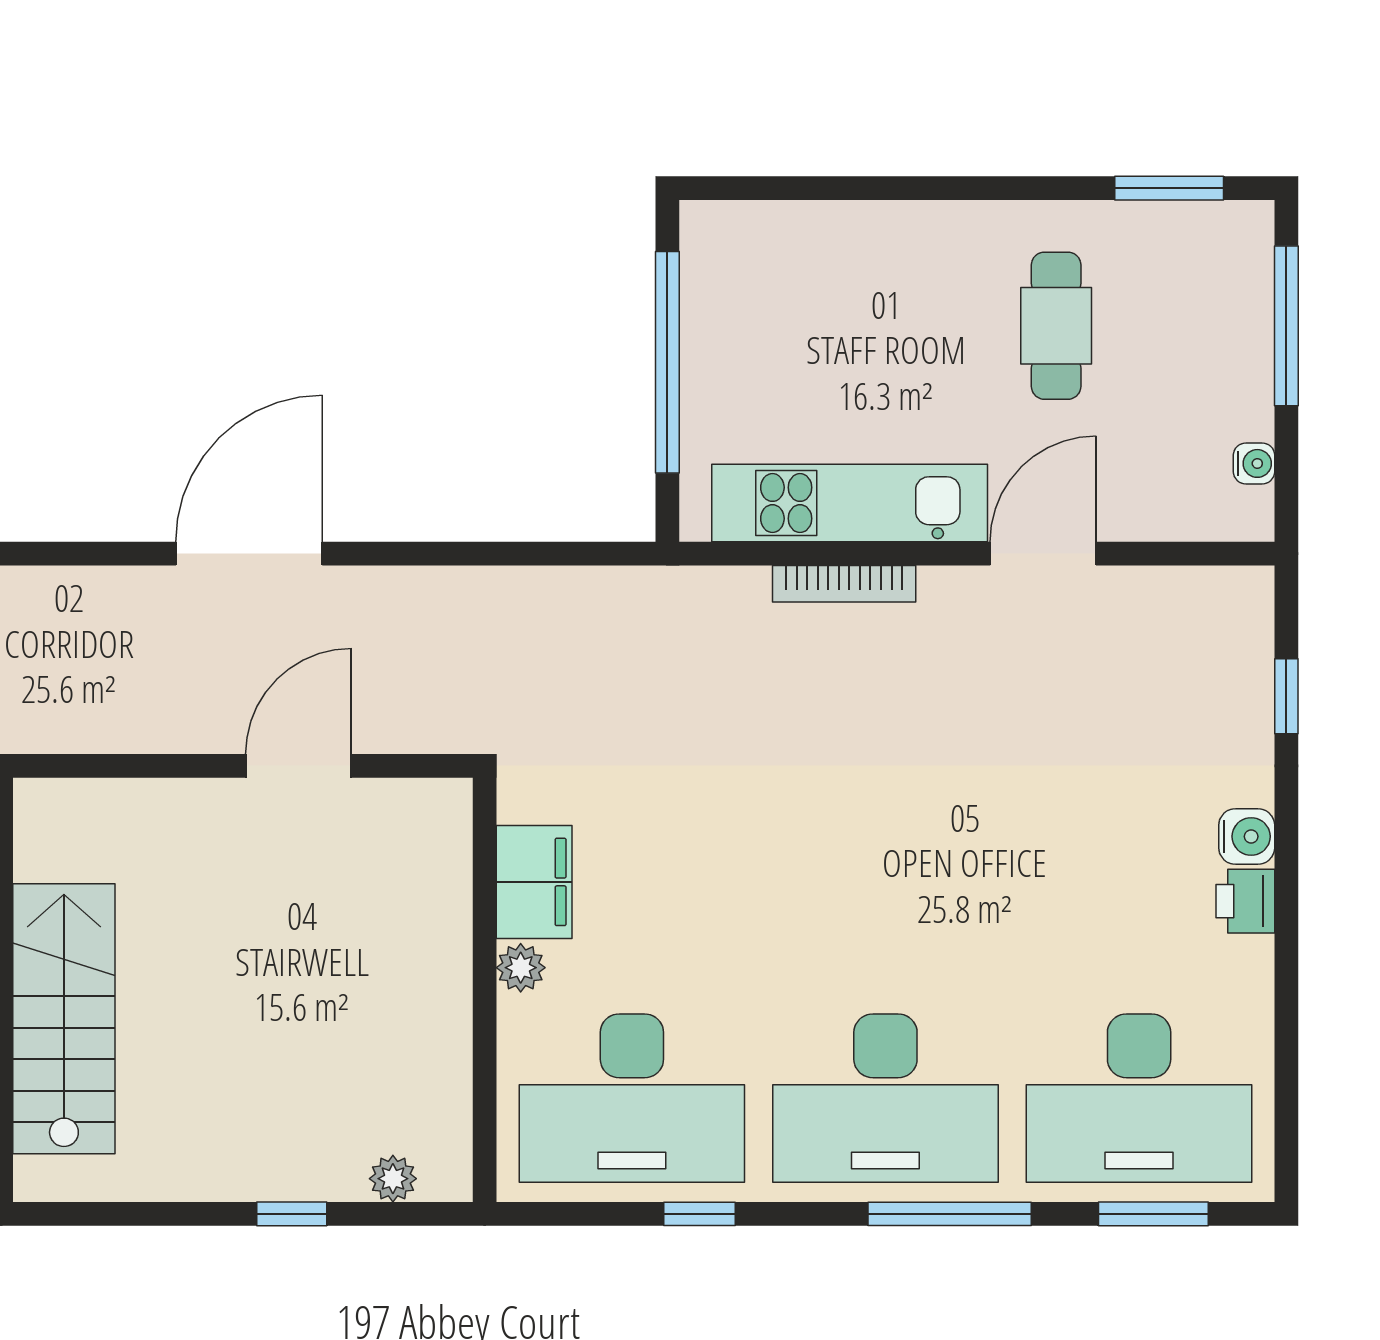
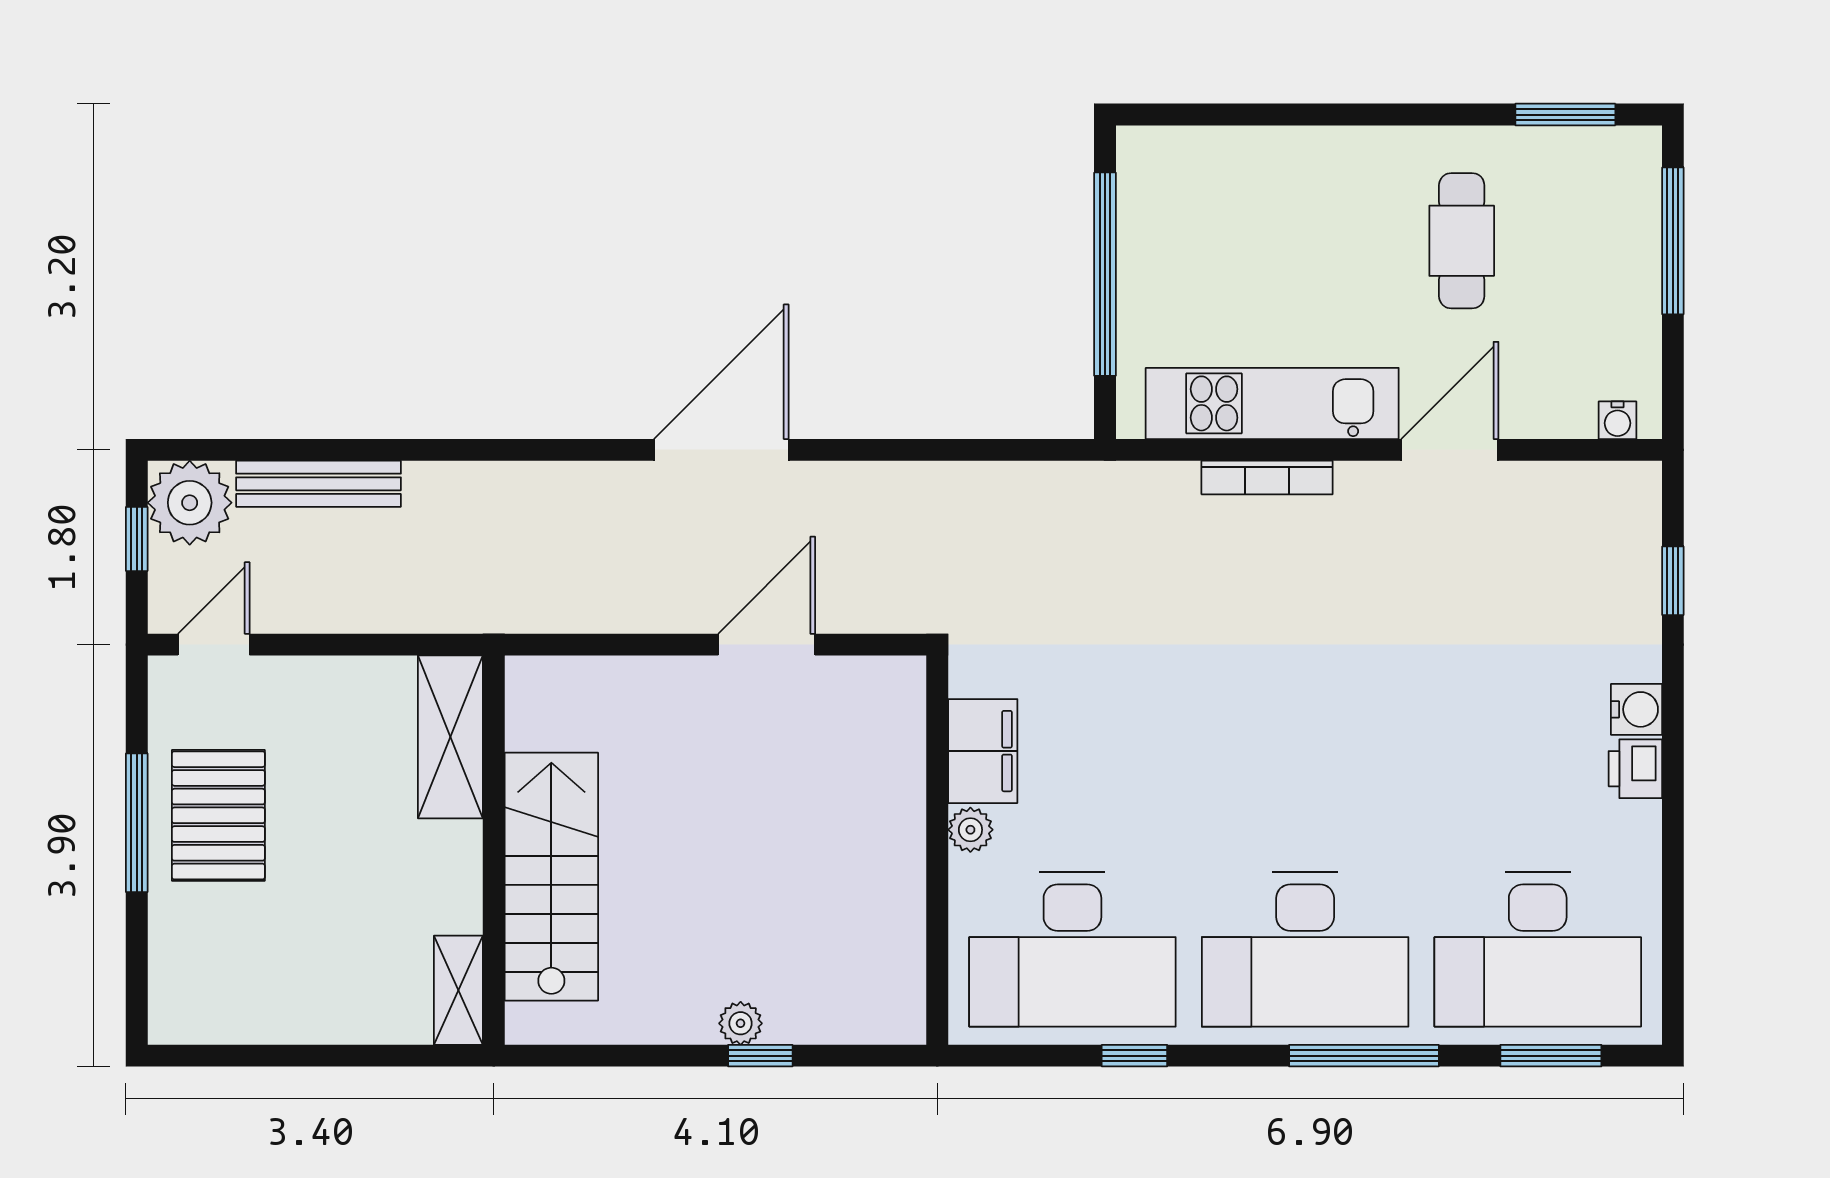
water cooler: (1254, 463) -> (1618, 420), moved, turned 90
plant: (393, 1179) -> (741, 1023), moved

